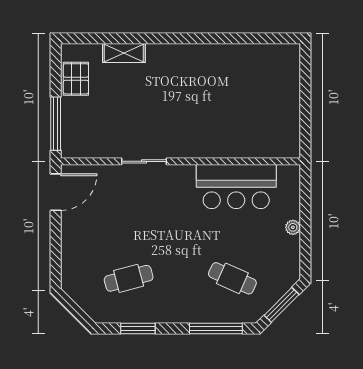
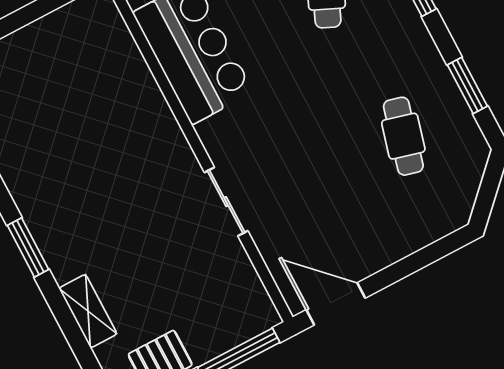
window: (176, 38) -> (28, 247), added
cafe table: (129, 278) -> (403, 136), turned 30

